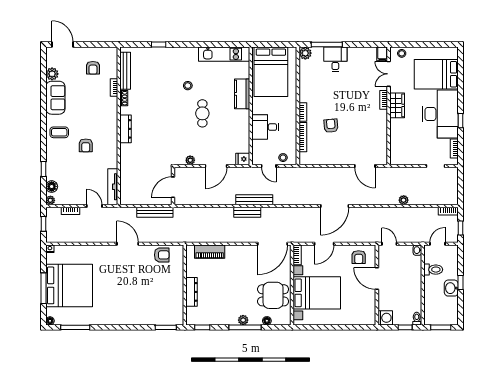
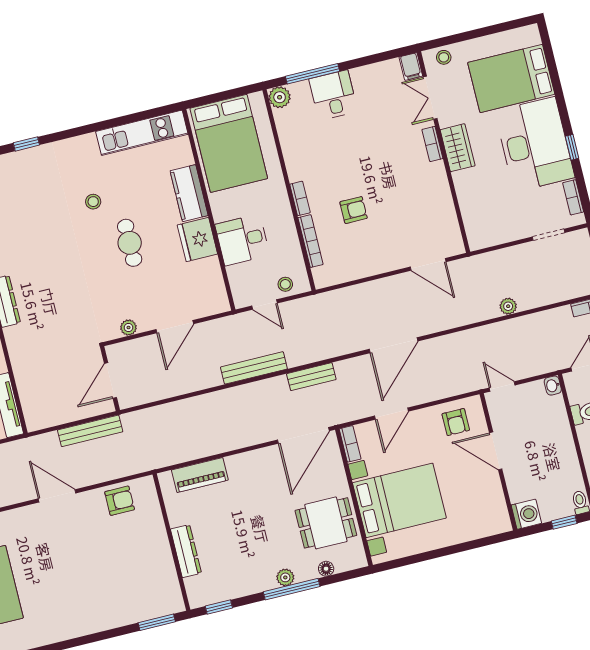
armchair: (331, 126) -> (354, 210), turned 95
fridge: (243, 159) -> (197, 240), moved, width x1.88, depth x1.34
bench: (247, 212) -> (311, 377), moved

